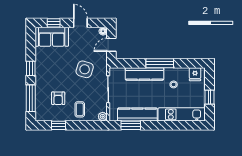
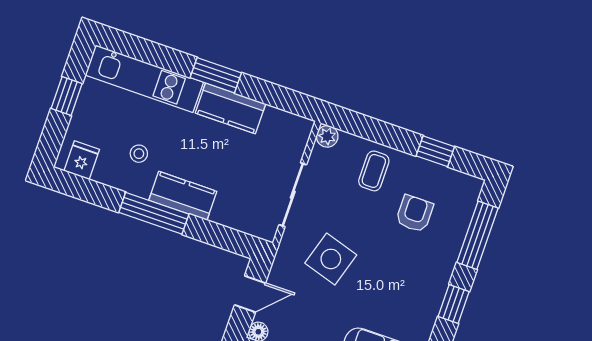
kitchen counter: (144, 74) -> (183, 196), width x0.67
kitchen counter: (137, 114) -> (230, 108), width x0.67
window: (131, 125) -> (216, 75), moved

